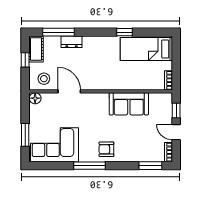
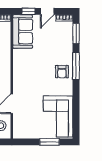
floor lamp: (35, 98) -> (18, 133), removed
sofa: (129, 104) -> (23, 31), moved
window: (90, 166) -> (76, 66), moved

